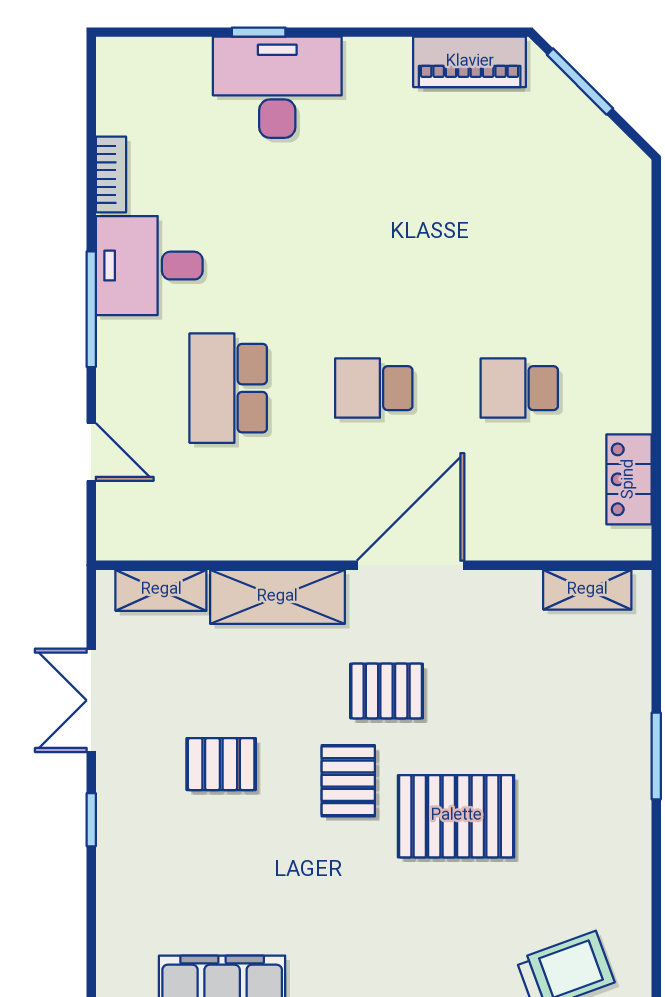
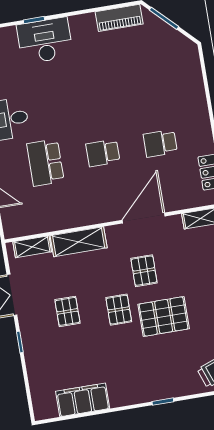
door: (411, 565) -> (144, 218), moved
pallet: (387, 691) -> (144, 271), moved, turned 90
pallet: (221, 764) -> (67, 311), turned 90

